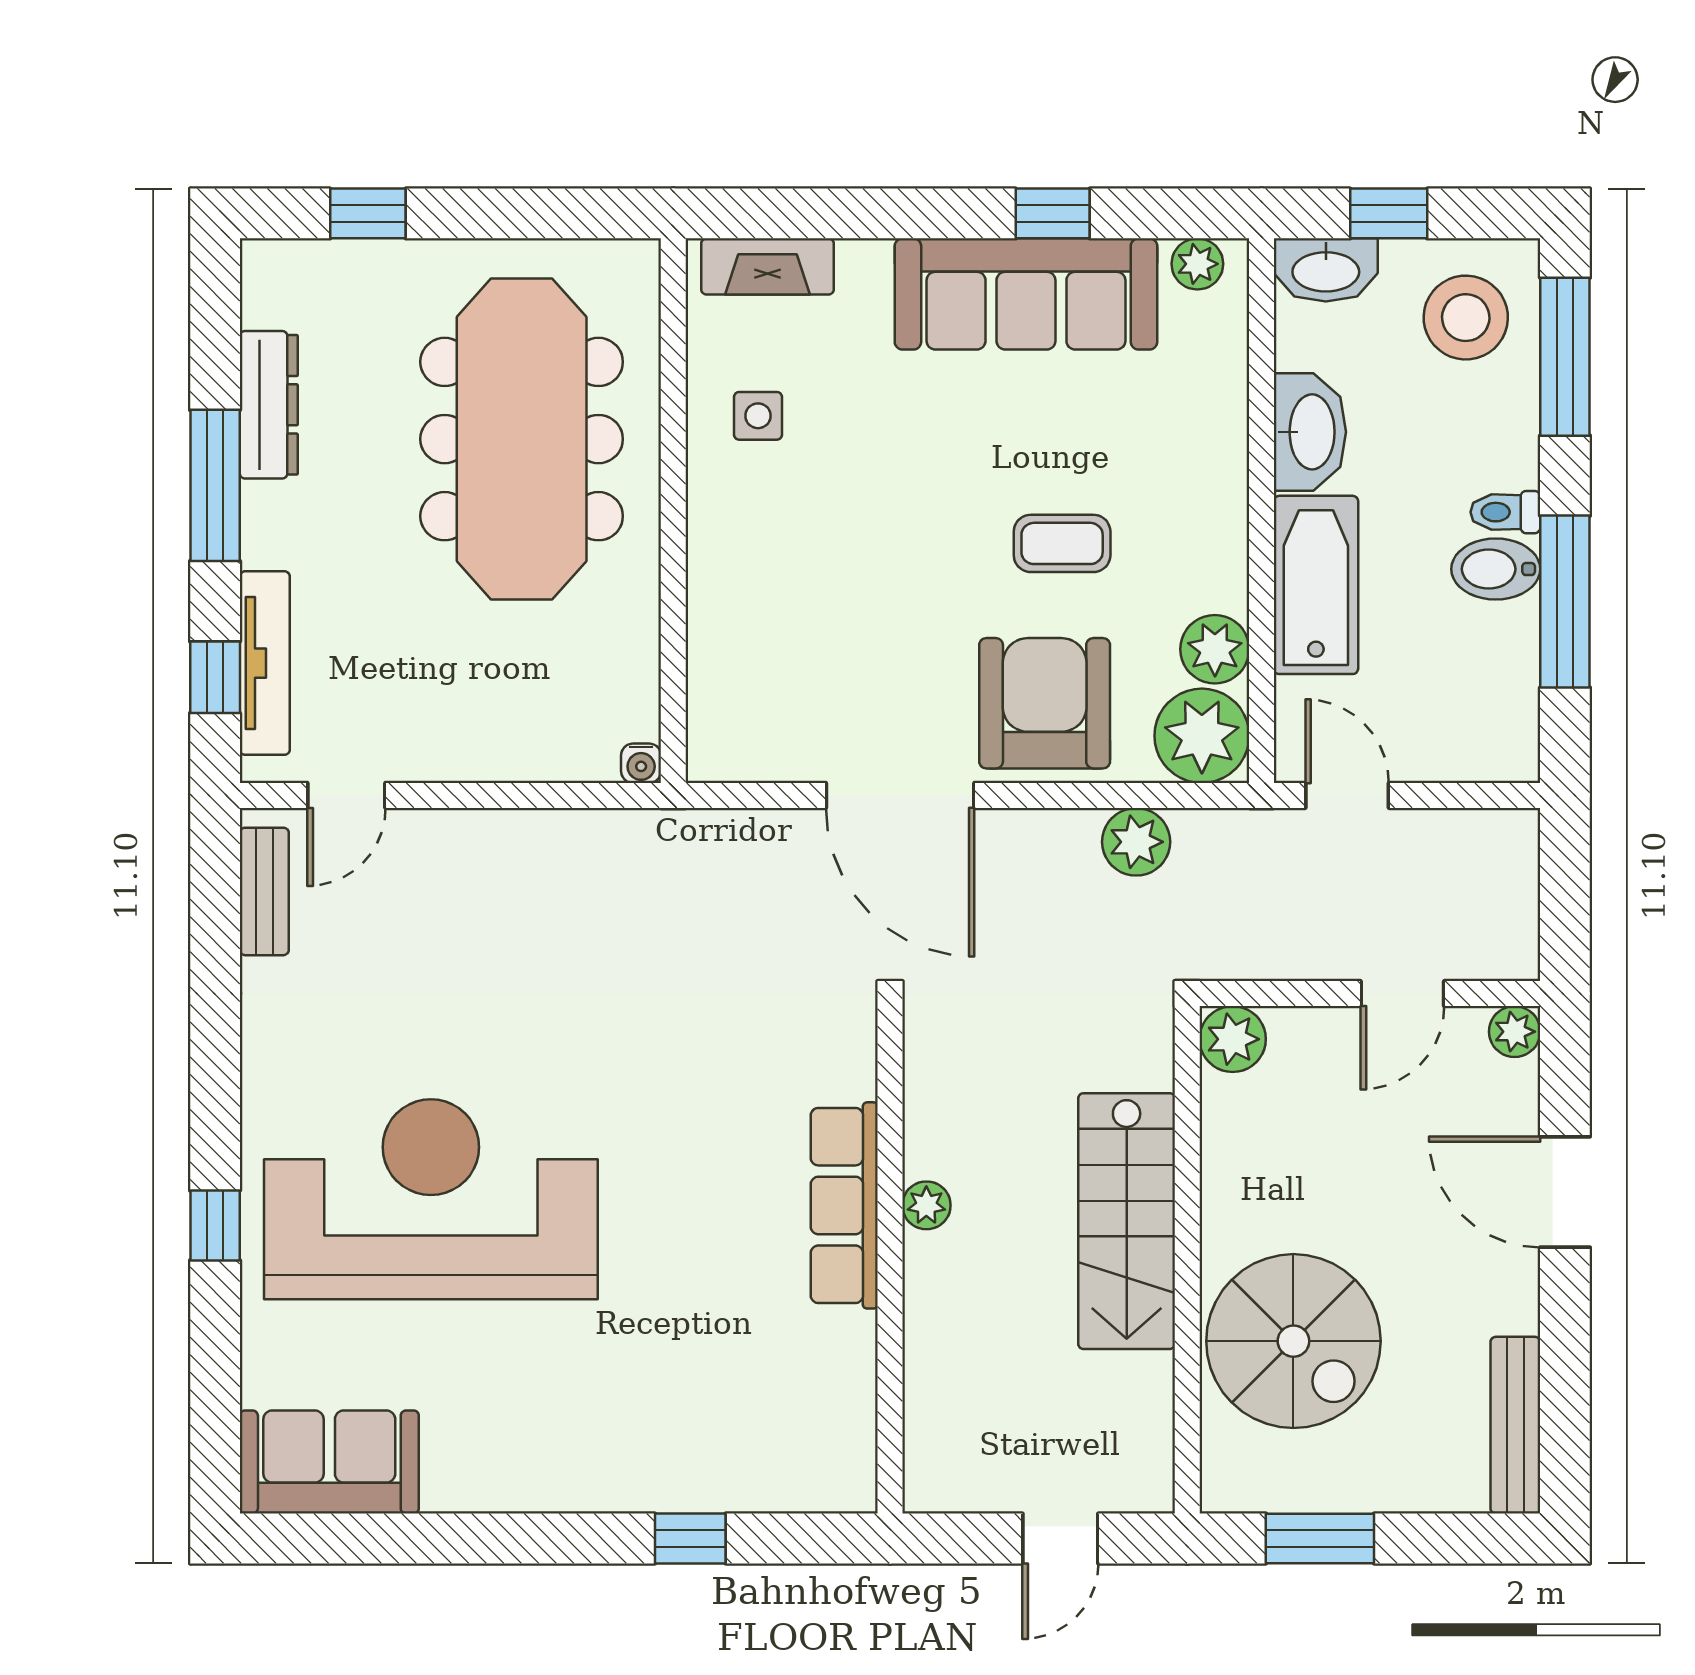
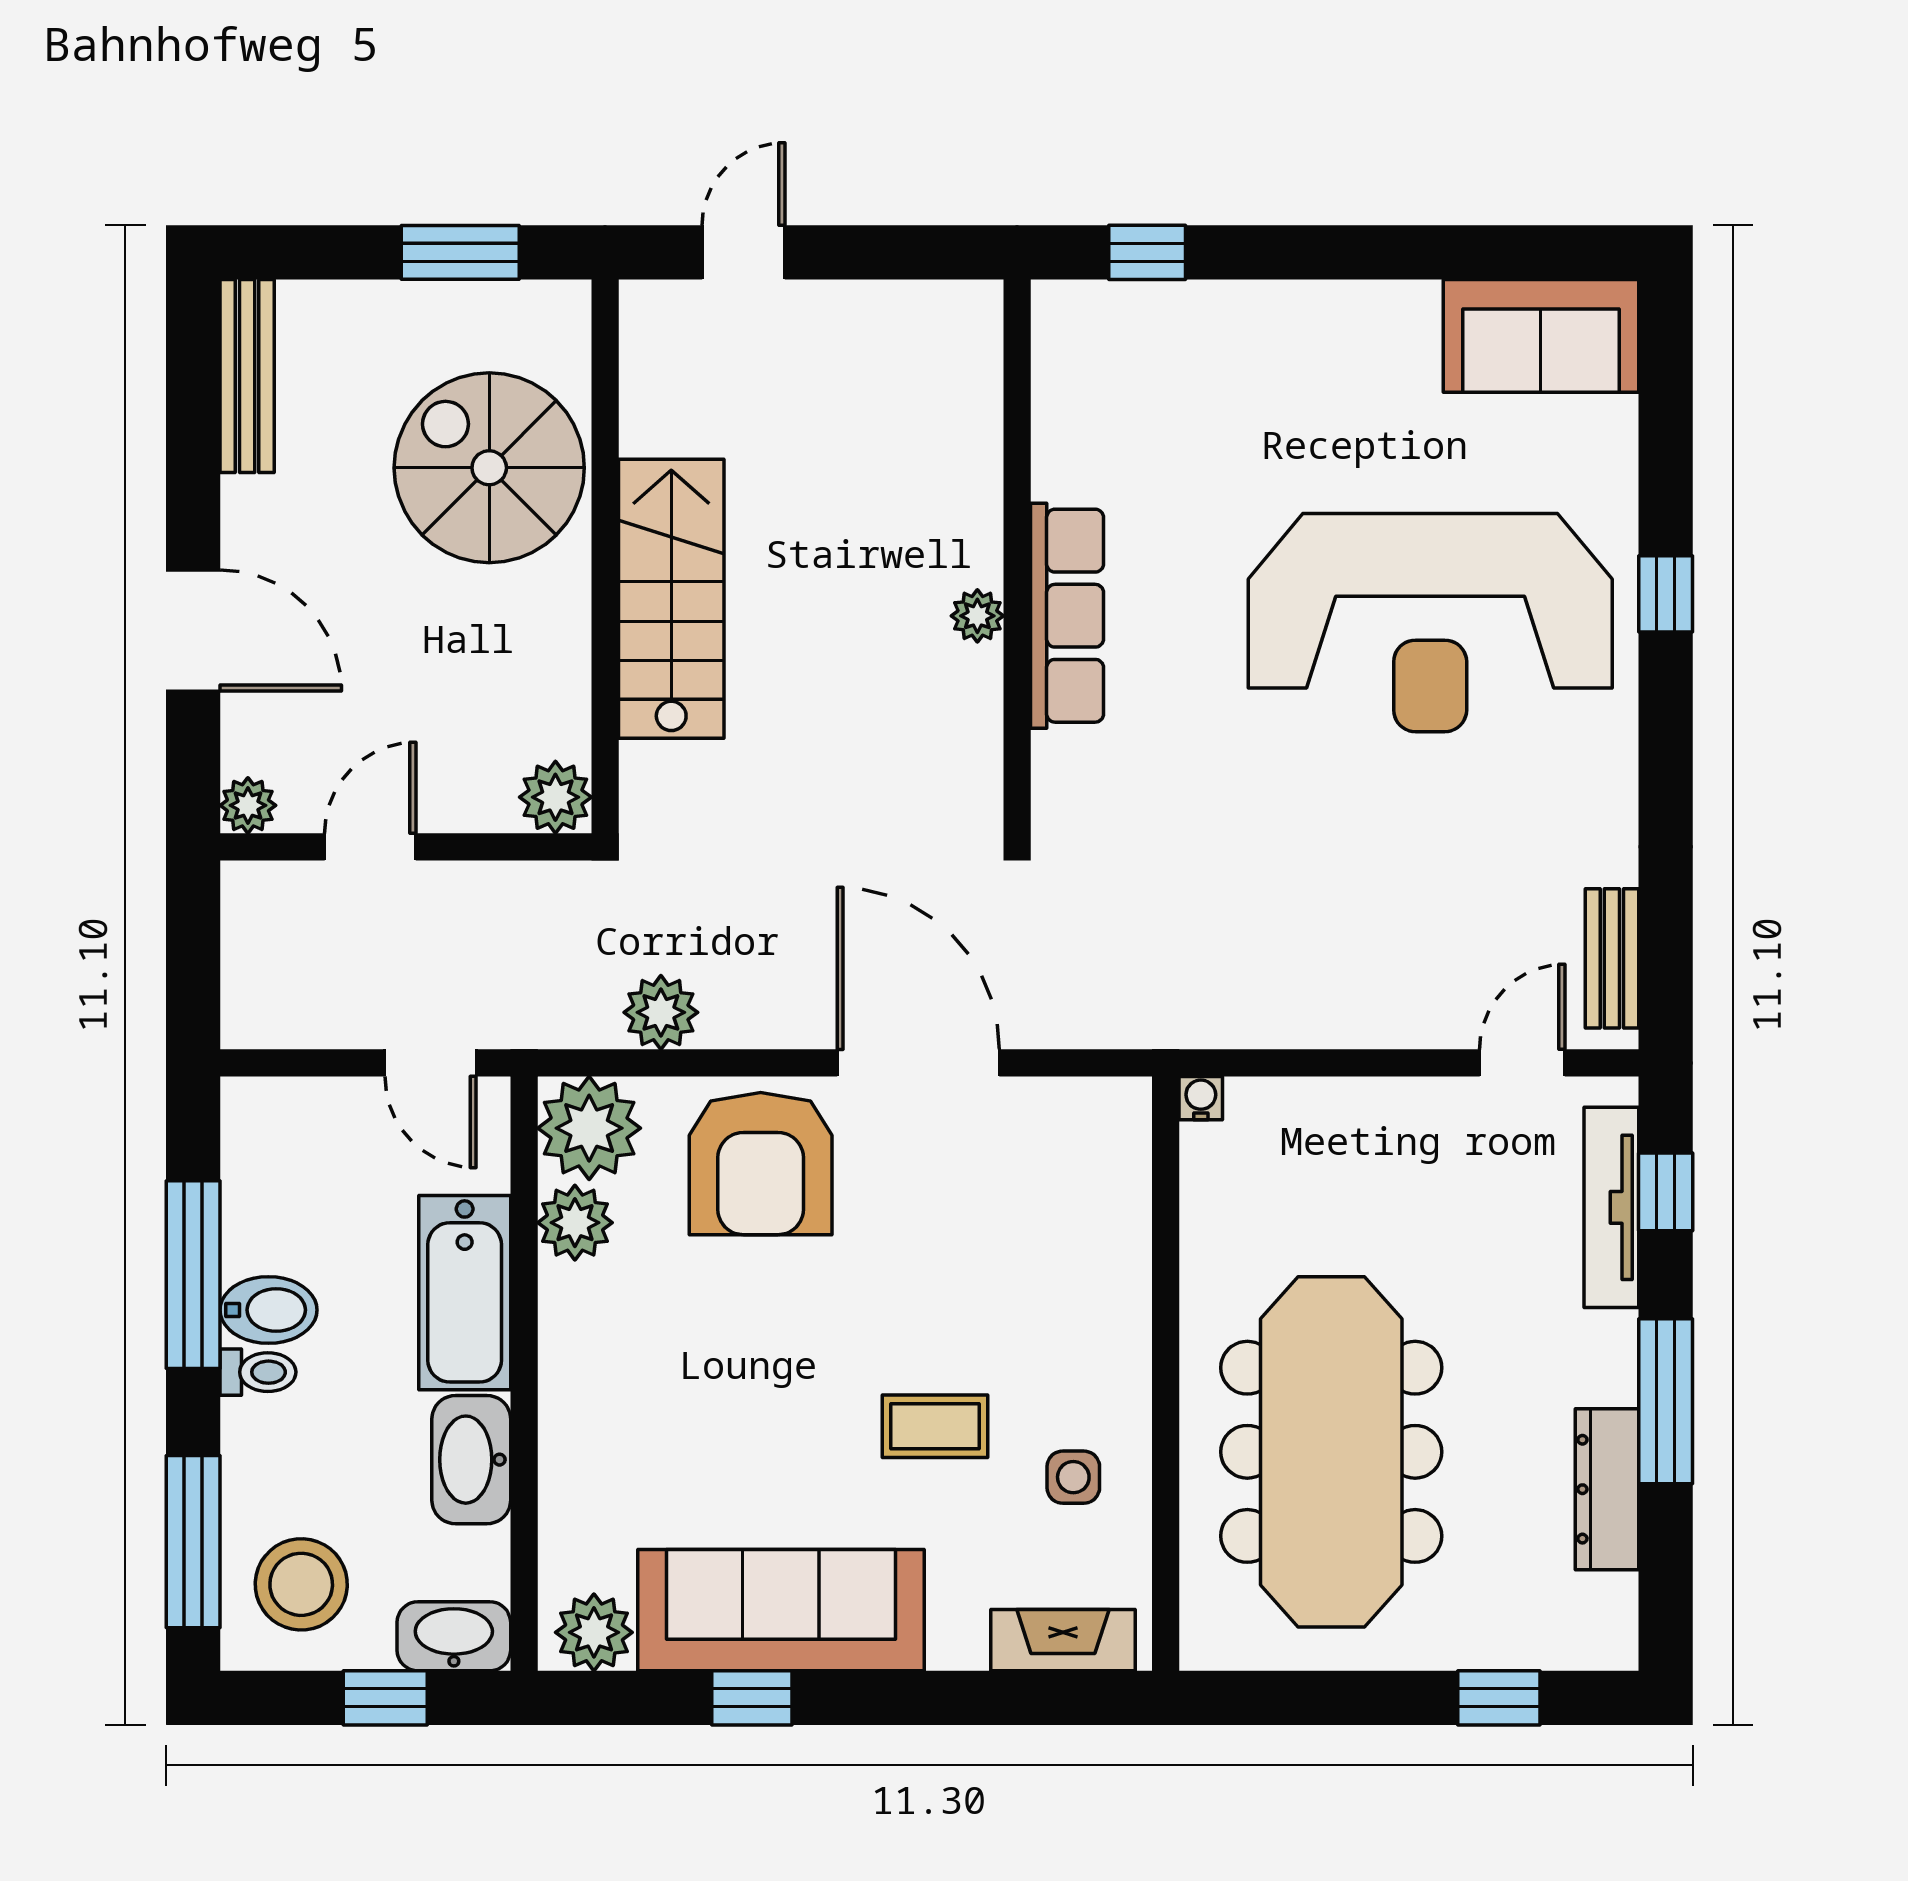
plant: (1197, 264) -> (594, 1632), width x1.38, depth x1.38
coffee table: (1062, 543) -> (935, 1426), moved
row of seats: (844, 1205) -> (1067, 616), moved
plant: (926, 1205) -> (977, 616), moved
wall: (890, 1260) -> (1017, 556), moved

